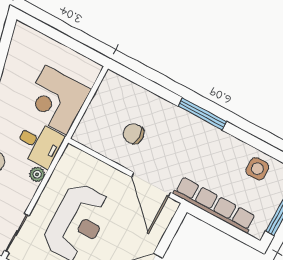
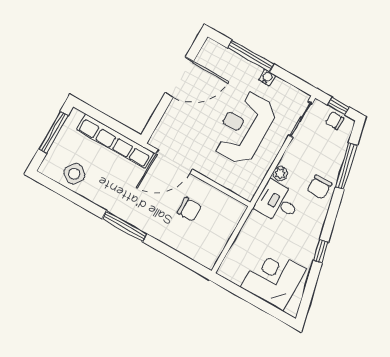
corner desk: (56, 100) -> (274, 278), moved, turned -90
side table: (257, 169) -> (74, 174), turned 37
door: (151, 185) -> (174, 161), swing flipped

